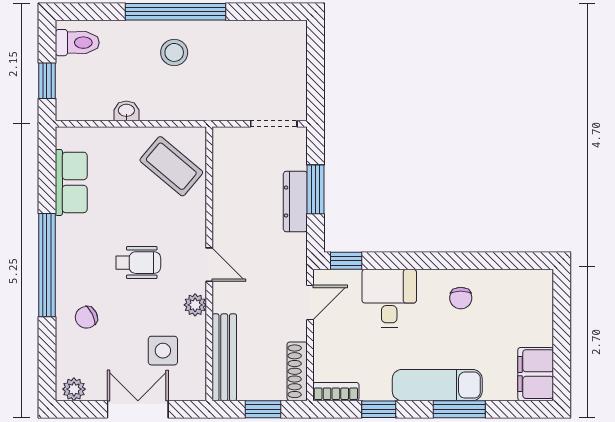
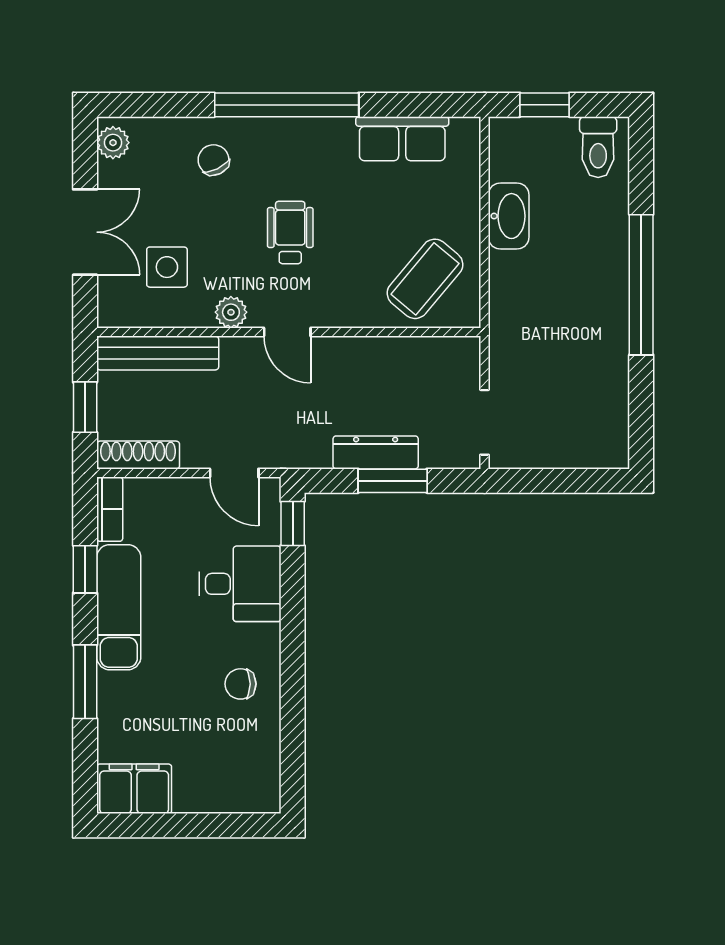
stool: (174, 52) -> (584, 283), removed
washbasin: (126, 111) -> (509, 216), width x1.91, depth x1.45
wheelchair: (138, 263) -> (290, 233), turned 180
door: (209, 265) -> (287, 332), hinge flipped
exam couch: (437, 385) -> (119, 607), moved

